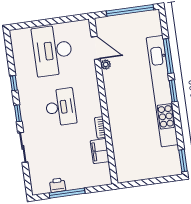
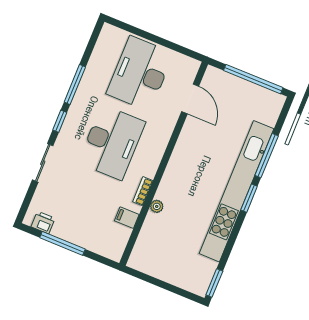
plant: (106, 65) -> (157, 206), moved
window: (14, 83) -> (75, 85), width x2.17
desk: (61, 107) -> (112, 142), width x1.36, depth x1.30
filing cabinet: (100, 151) -> (127, 218), width x0.50
printer: (58, 185) -> (43, 222), moved

